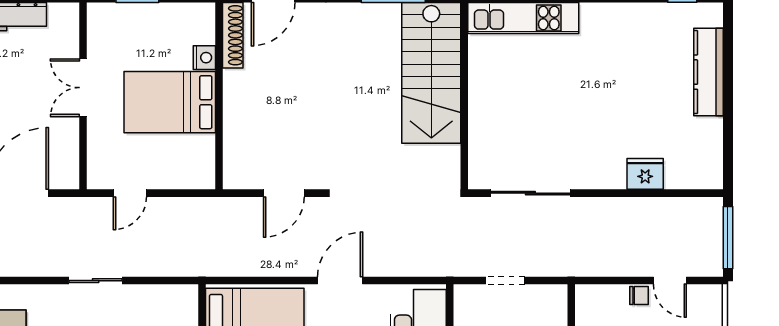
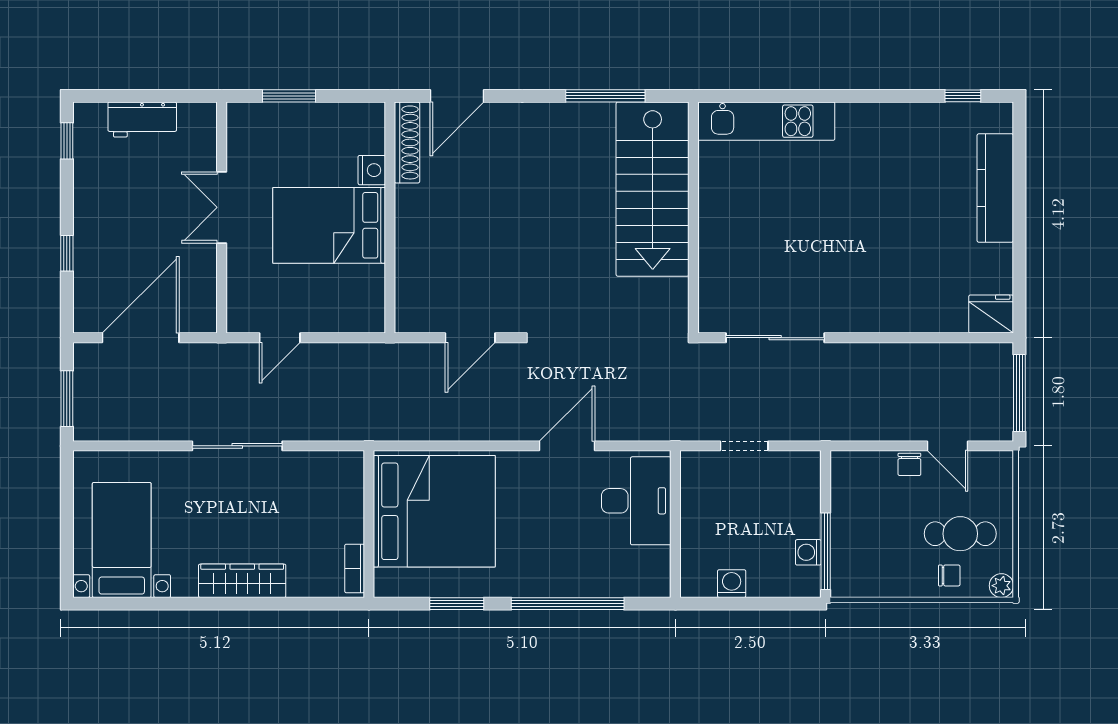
fridge: (645, 174) -> (991, 314), moved
sliding door: (96, 281) -> (237, 446), width x1.37
door: (340, 281) -> (567, 446), moved
chair: (639, 295) -> (909, 464), turned 90

